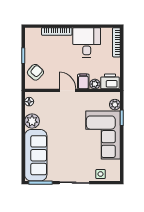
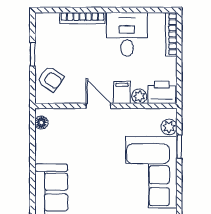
armchair: (35, 72) -> (51, 79), turned 82
plant: (32, 121) -> (46, 151), removed

